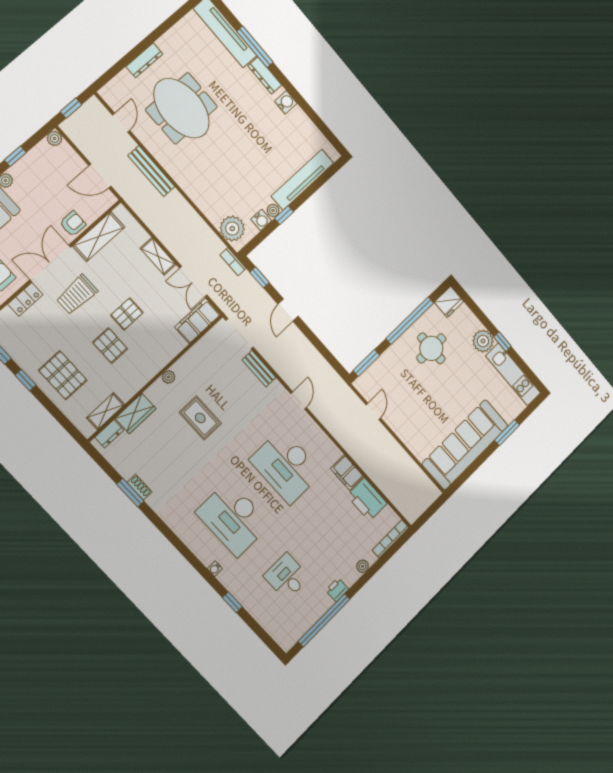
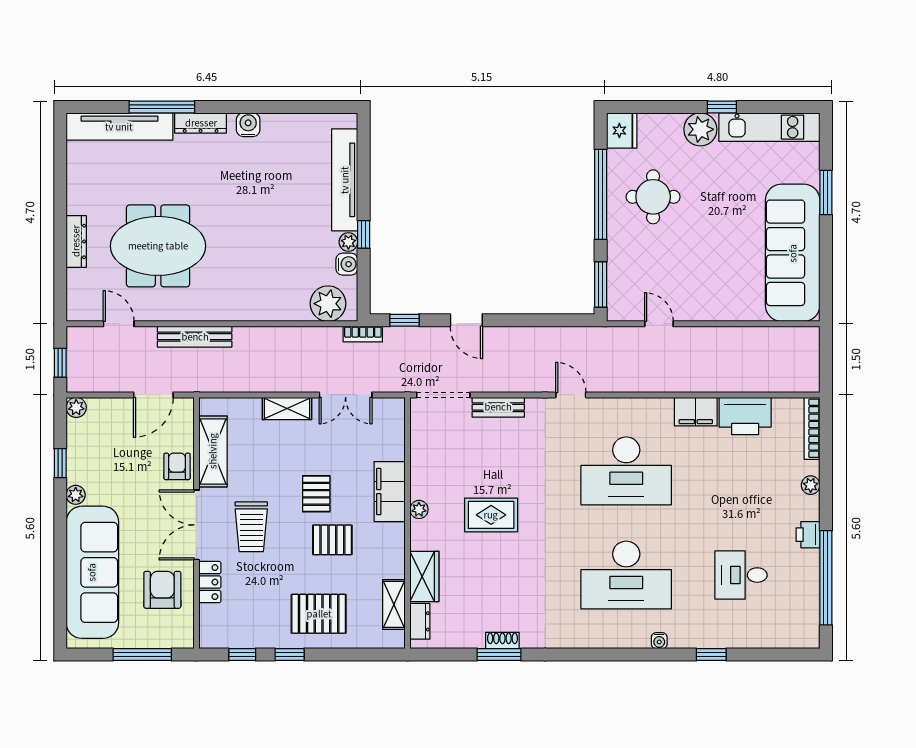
filing cabinet: (197, 321) -> (390, 492), moved

